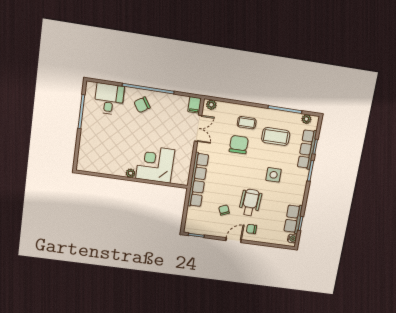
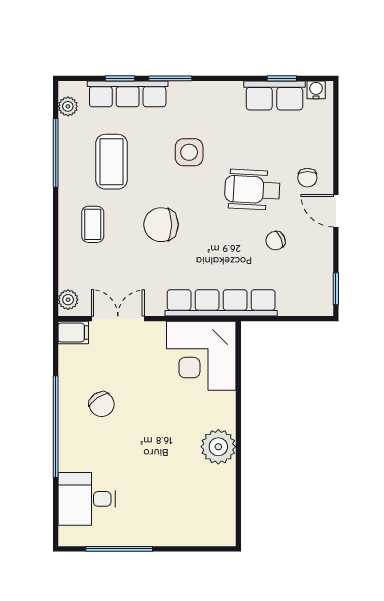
chair: (142, 105) -> (102, 404), moved
chair: (239, 145) -> (161, 225), moved
corner desk: (155, 164) -> (201, 356), moved
plant: (131, 173) -> (218, 447), width x1.88, depth x1.88

